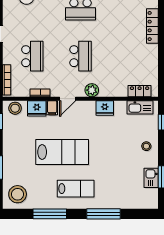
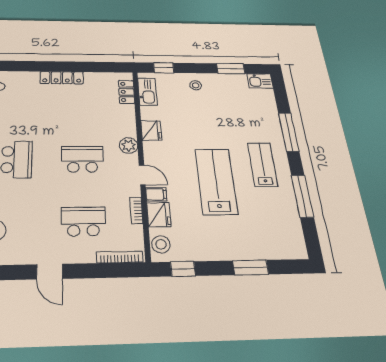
locker: (152, 26) -> (62, 78), moved
kitchen sink: (151, 178) -> (260, 81), moved
stool: (18, 194) -> (284, 239), removed

